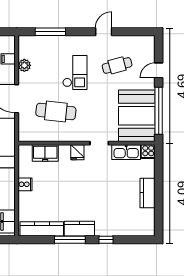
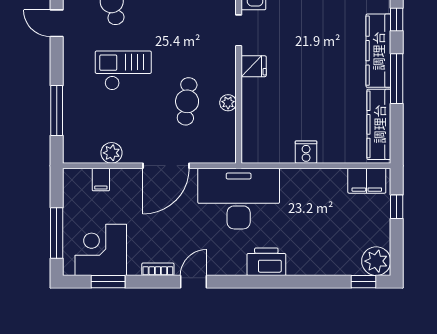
cafe table: (56, 112) -> (187, 101), width x0.73, depth x0.74
plant: (55, 137) -> (228, 103), added
freezer: (45, 153) -> (255, 119), removed
kitchen counter: (79, 229) -> (378, 51), width x1.50

